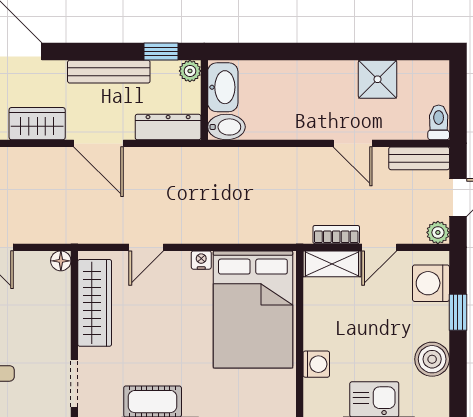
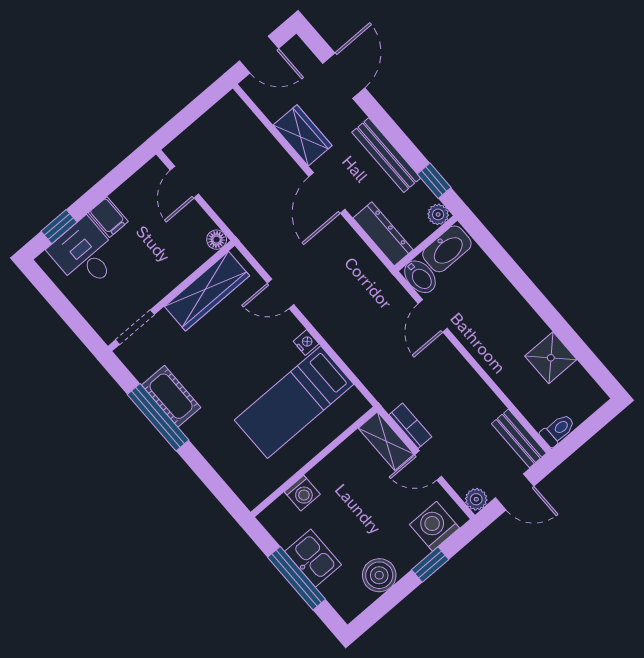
door: (353, 143) -> (433, 316), moved
bed: (253, 309) -> (294, 402), width x0.67

